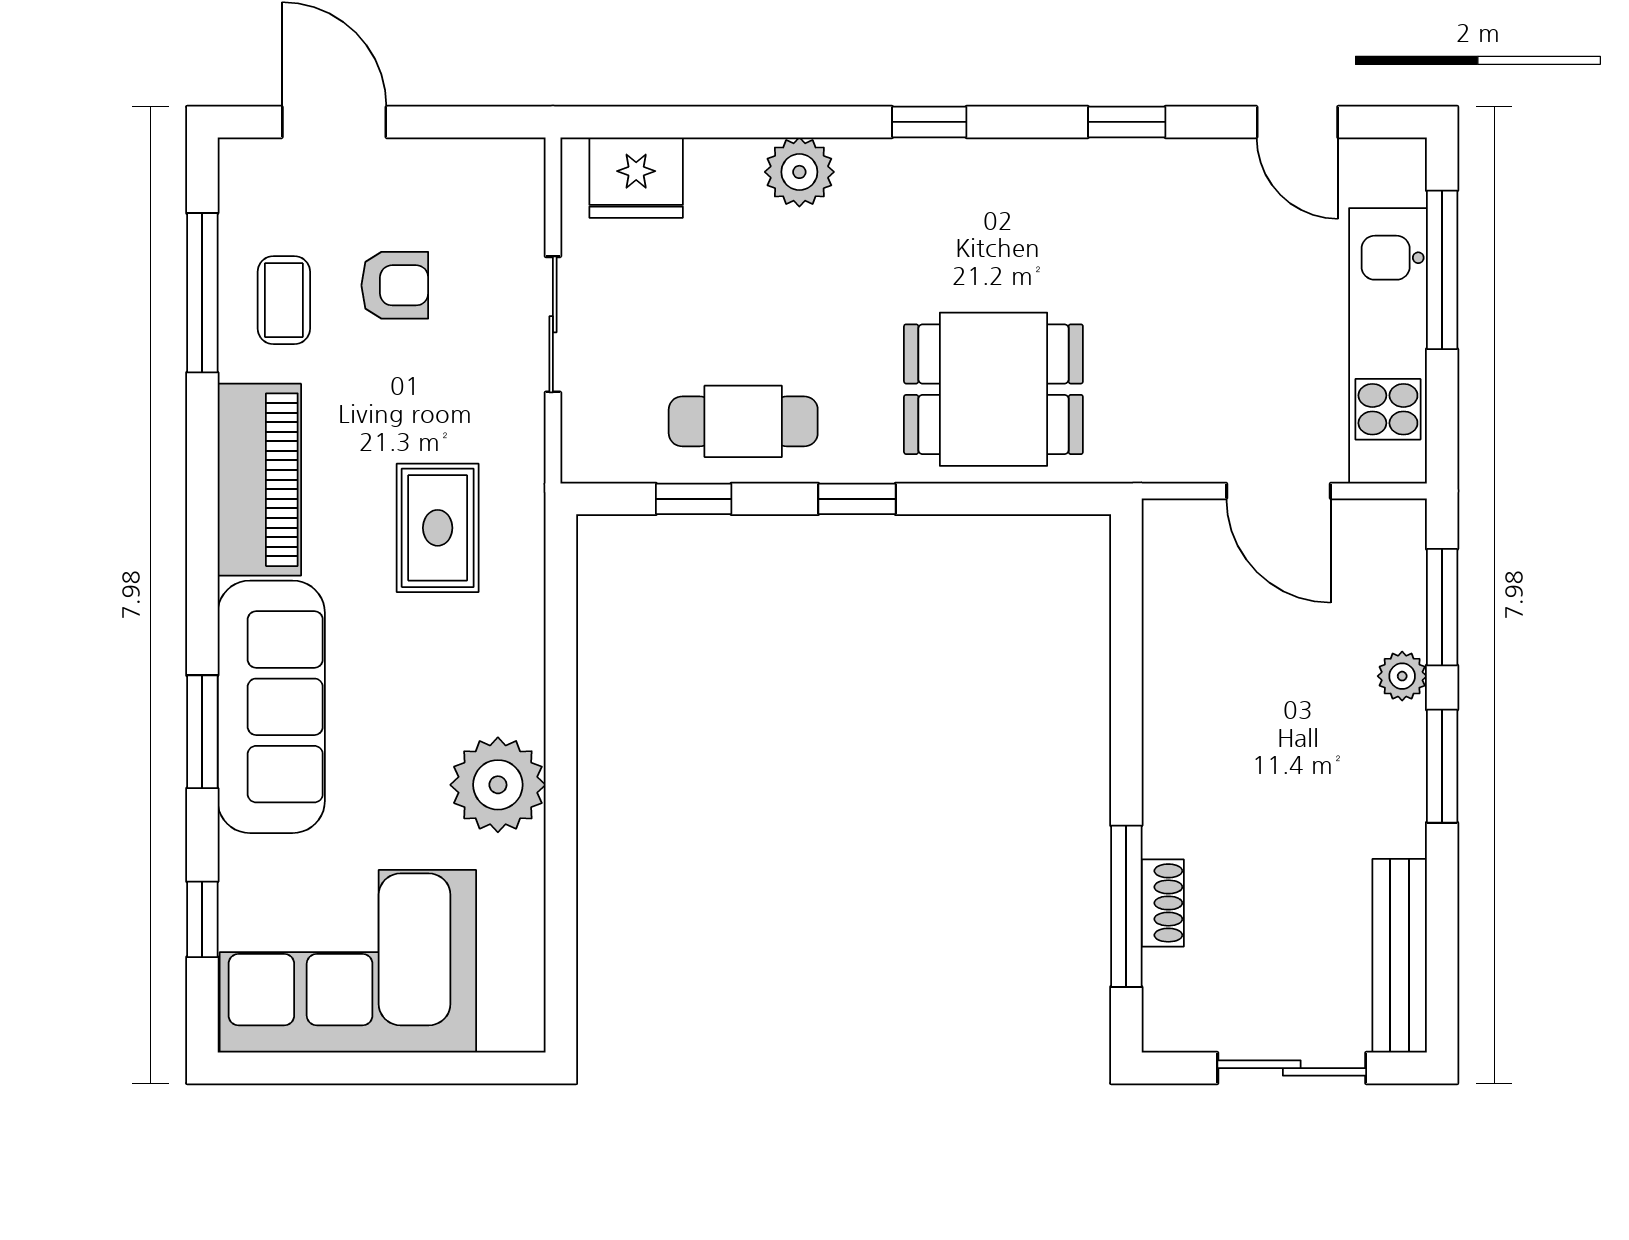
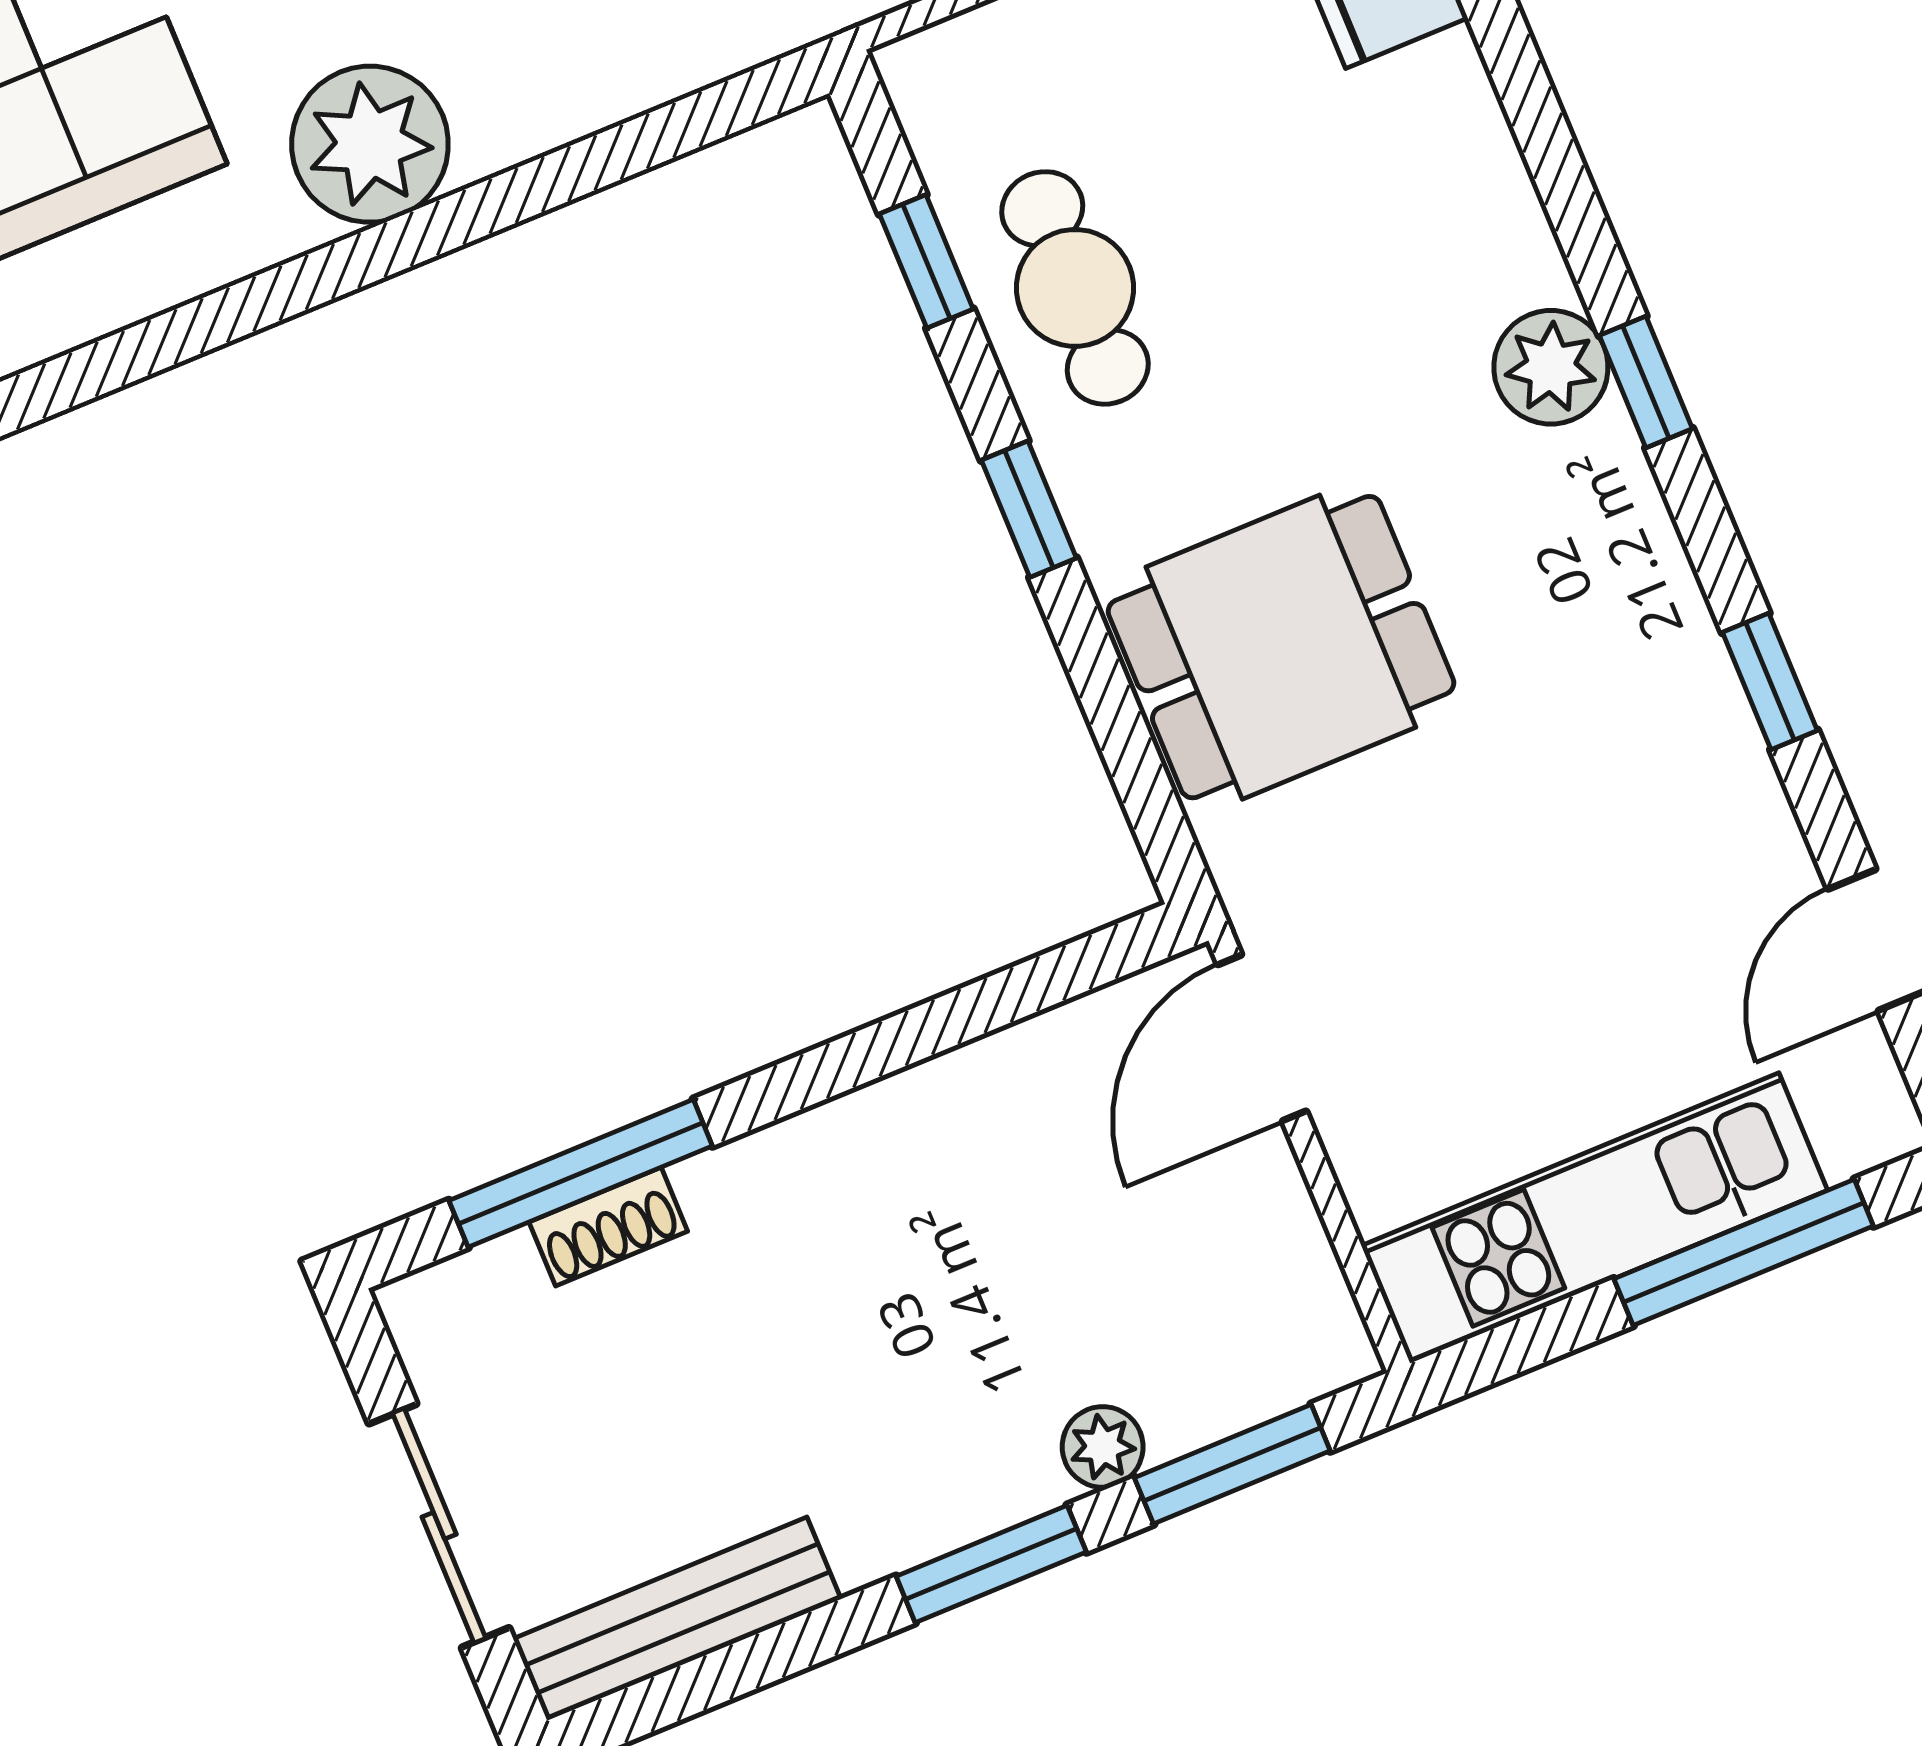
plant: (799, 172) -> (1551, 367), moved
dining table: (993, 389) -> (1281, 647), turned 90
door: (1279, 491) -> (1262, 1038), moved

